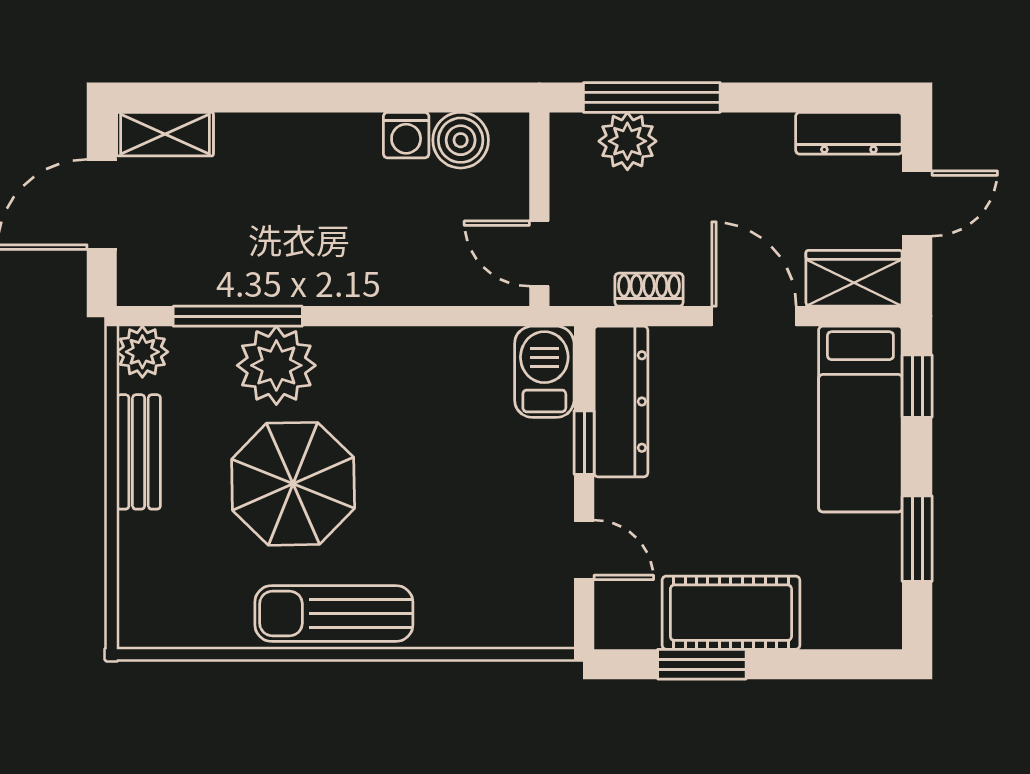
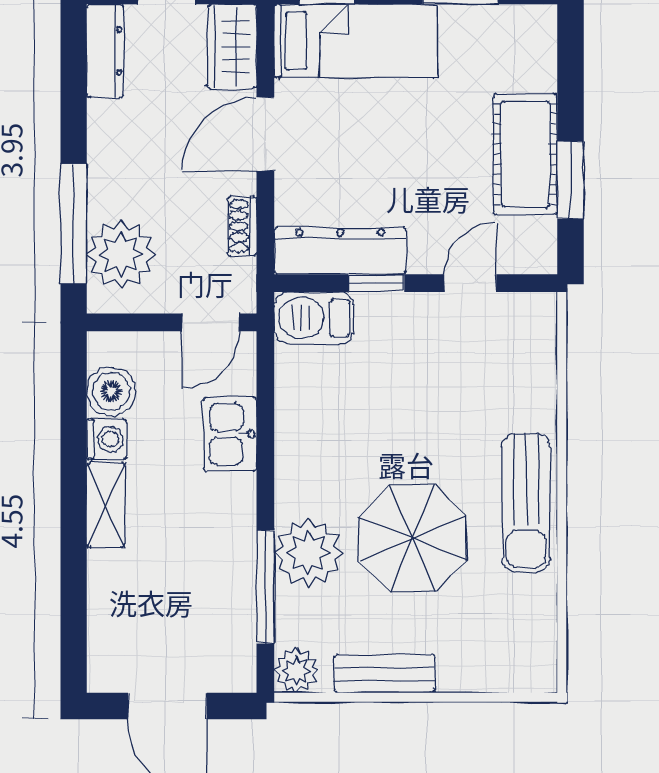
shelving: (165, 134) -> (106, 505), moved
plant: (627, 141) -> (121, 254), width x1.36, depth x1.36
kitchen sink: (412, 276) -> (230, 434), added

